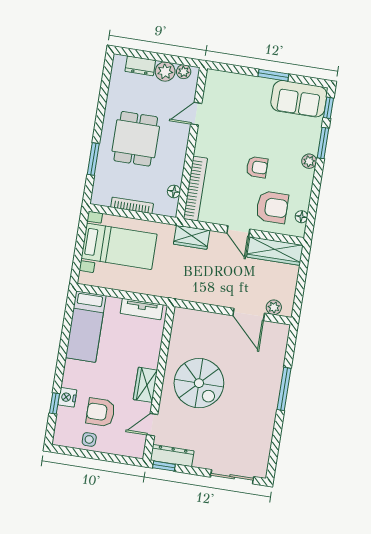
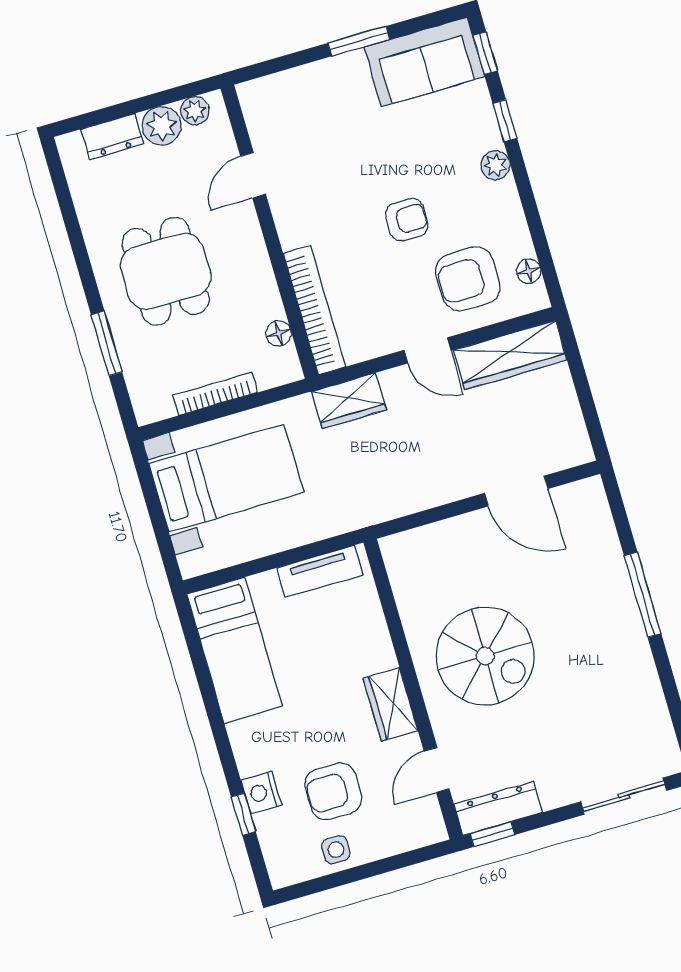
window: (323, 143) -> (505, 121), width x0.67
armchair: (272, 207) -> (468, 279), turned 180
plant: (274, 307) -> (555, 457), removed

